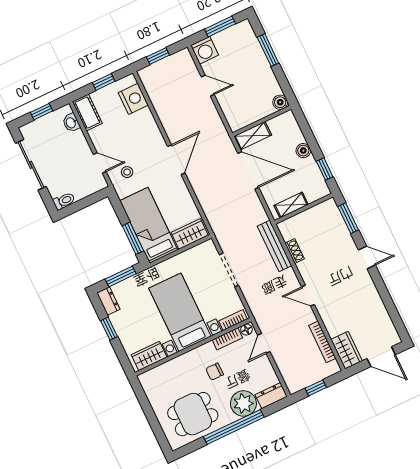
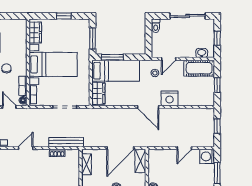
nightstand: (133, 99) -> (170, 98), moved
cot: (87, 112) -> (199, 68), width x1.37, depth x1.34
dresser: (108, 301) -> (81, 24), removed

